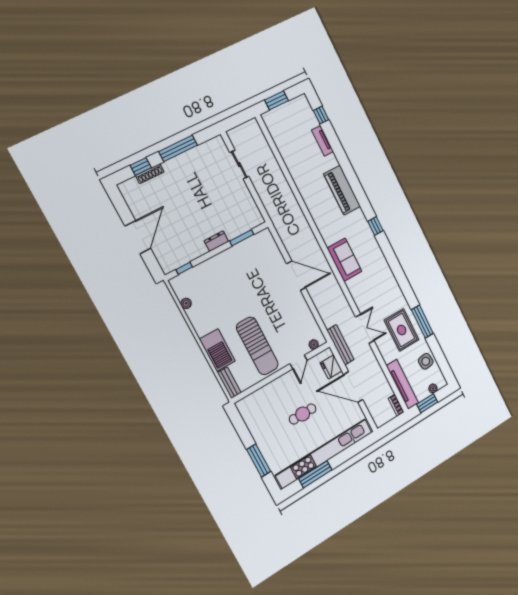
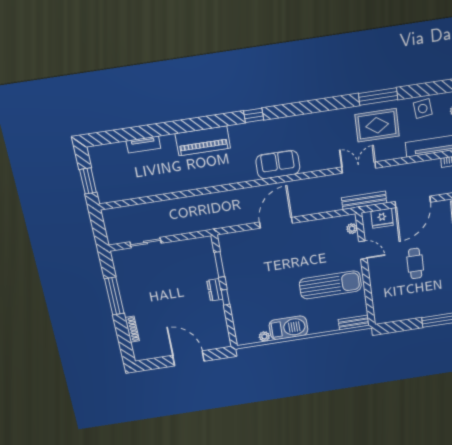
window: (321, 115) -> (115, 136), removed
window: (141, 167) -> (123, 335), removed
window: (184, 268) -> (225, 297), moved
barbecue: (217, 350) -> (288, 328), moved

